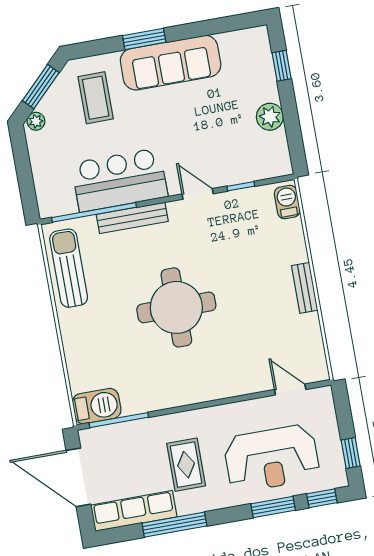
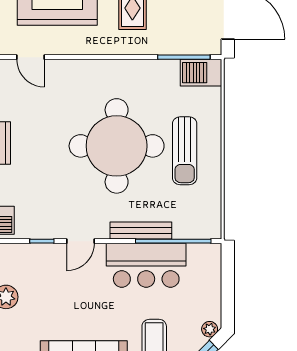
door: (198, 194) -> (80, 241), hinge flipped
sun lounger: (69, 268) -> (185, 151), moved
round table: (176, 307) -> (117, 146), width x1.36, depth x1.36

